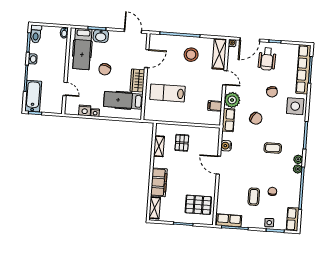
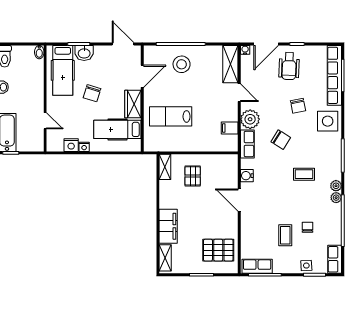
stool: (191, 55) -> (182, 64), moved
shelving: (159, 146) -> (165, 167), moved

